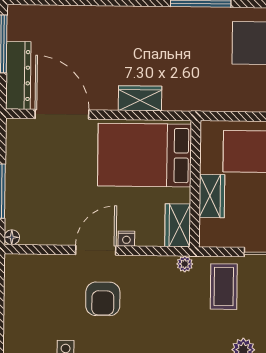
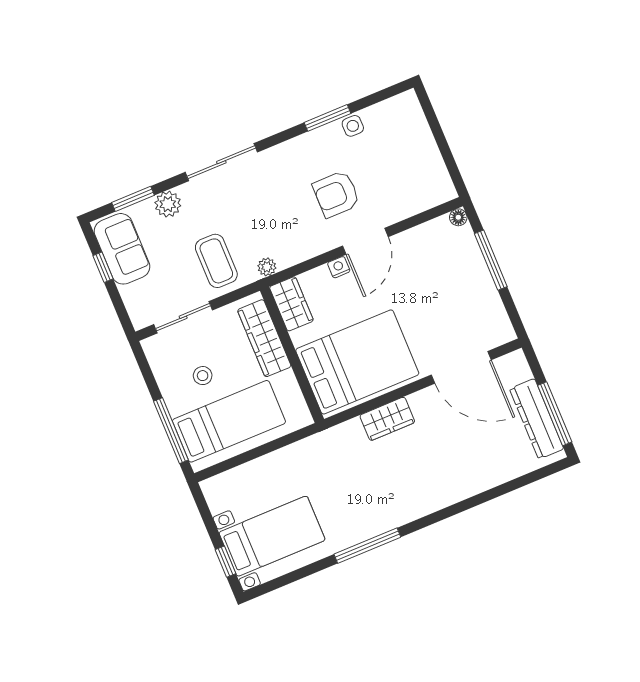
dresser: (18, 75) -> (537, 419), moved
wardrobe: (212, 196) -> (264, 338), width x1.50
armchair: (103, 299) -> (336, 194), turned -90

